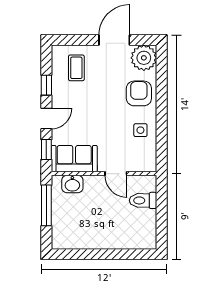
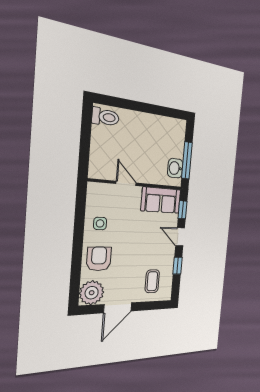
armchair: (139, 93) -> (99, 259), turned 180
door: (46, 118) -> (180, 237), hinge flipped
washbasin: (72, 184) -> (175, 168), moved, turned -90
toilet: (143, 200) -> (105, 117), moved

